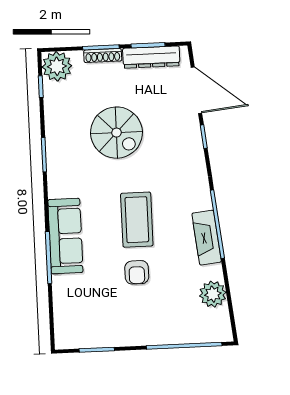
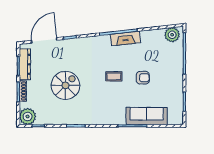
coffee table: (137, 220) -> (114, 76), width x0.54, depth x0.58
sofa: (65, 236) -> (147, 116), moved
plant: (213, 294) -> (172, 35), moved

